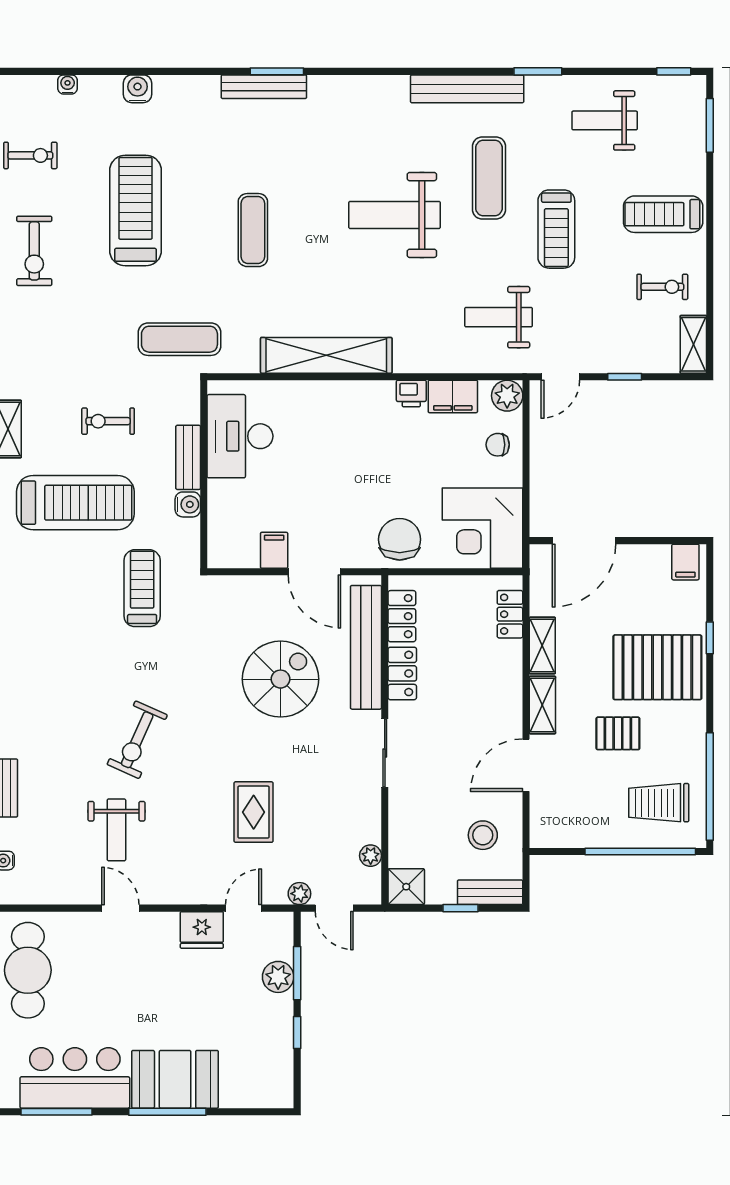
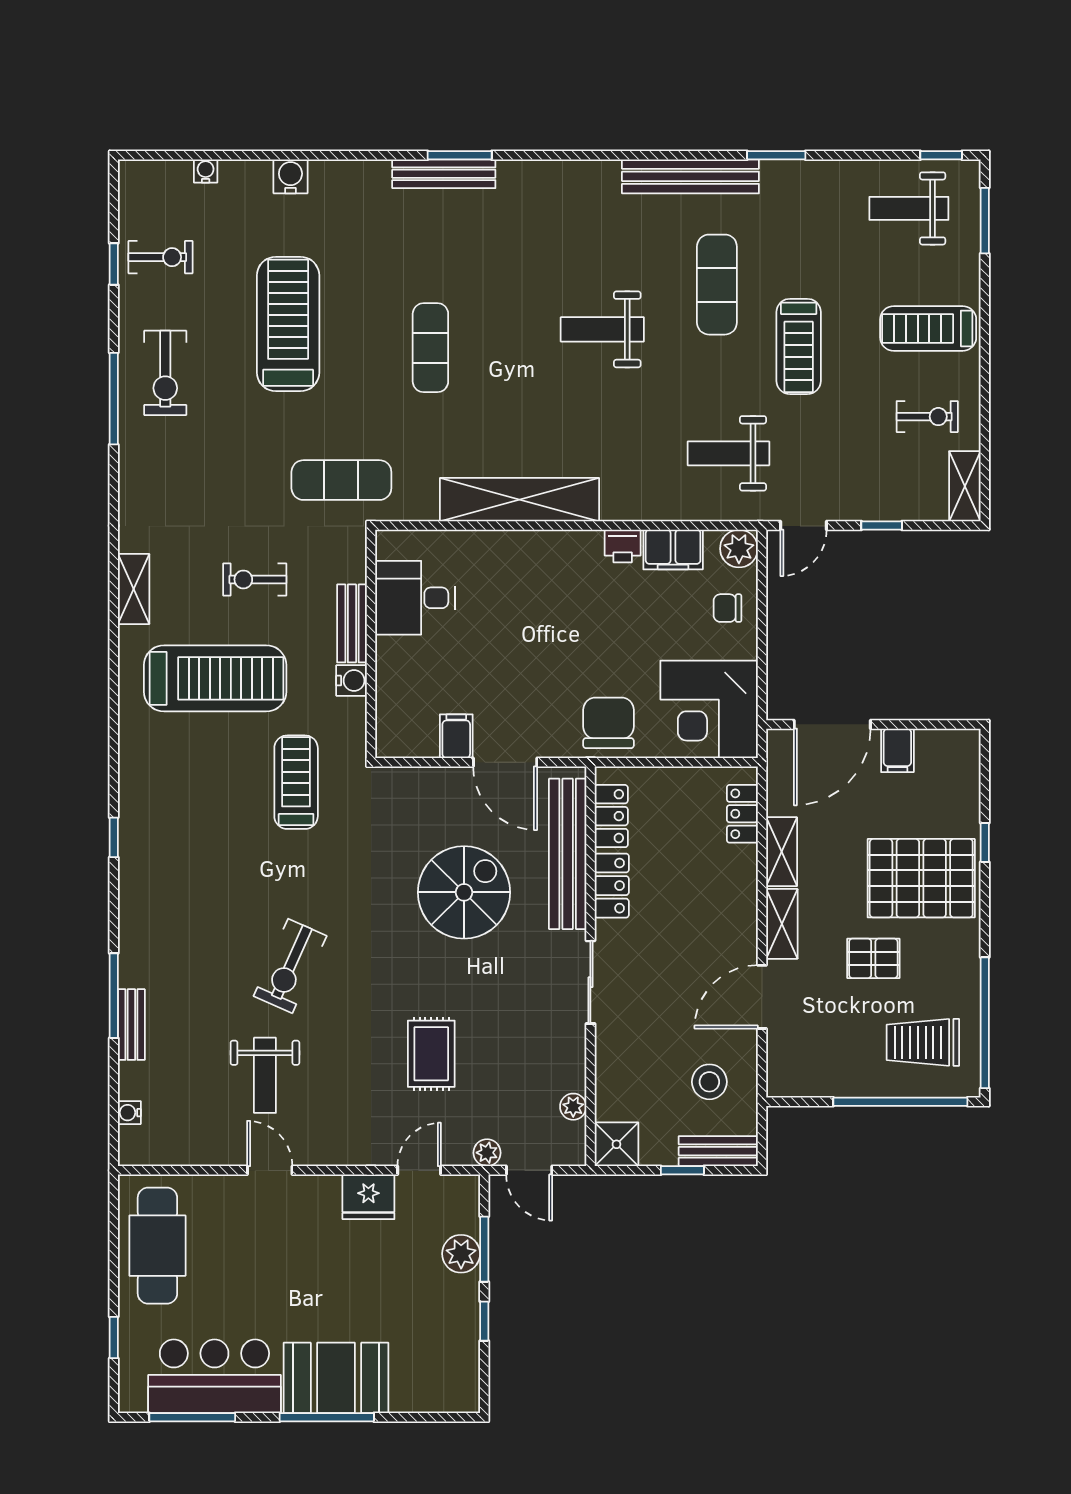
weight bench: (605, 120) -> (909, 208), moved
weight bench: (395, 215) -> (602, 329), width x0.73, depth x0.75
desk: (240, 436) -> (415, 598), width x0.73
filing cabinet: (685, 562) -> (897, 750), moved

